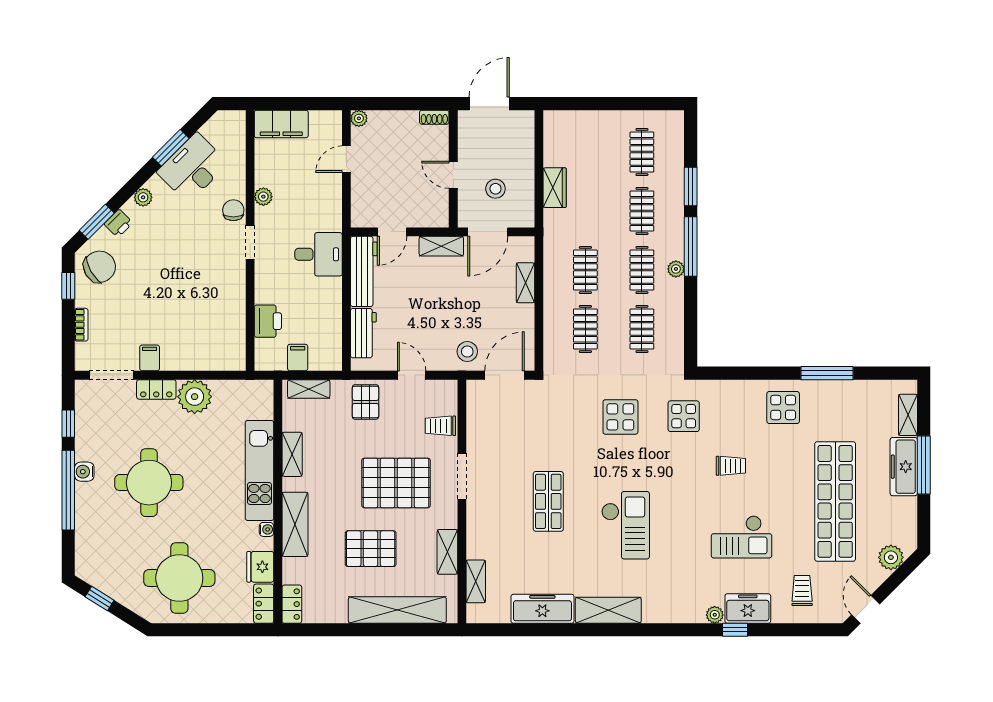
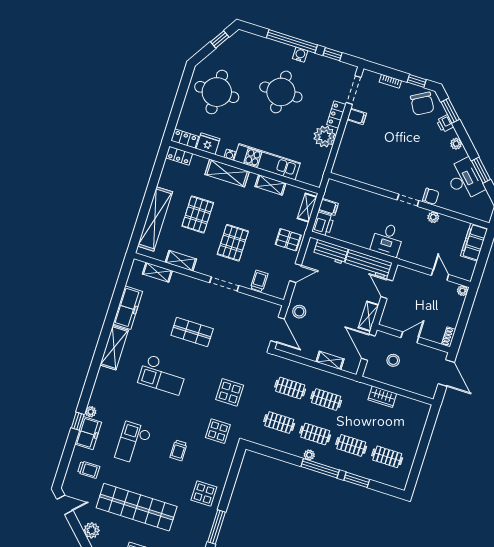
printer: (268, 321) -> (323, 224), moved, turned -90
pallet: (396, 483) -> (233, 243), width x0.73, depth x0.71

